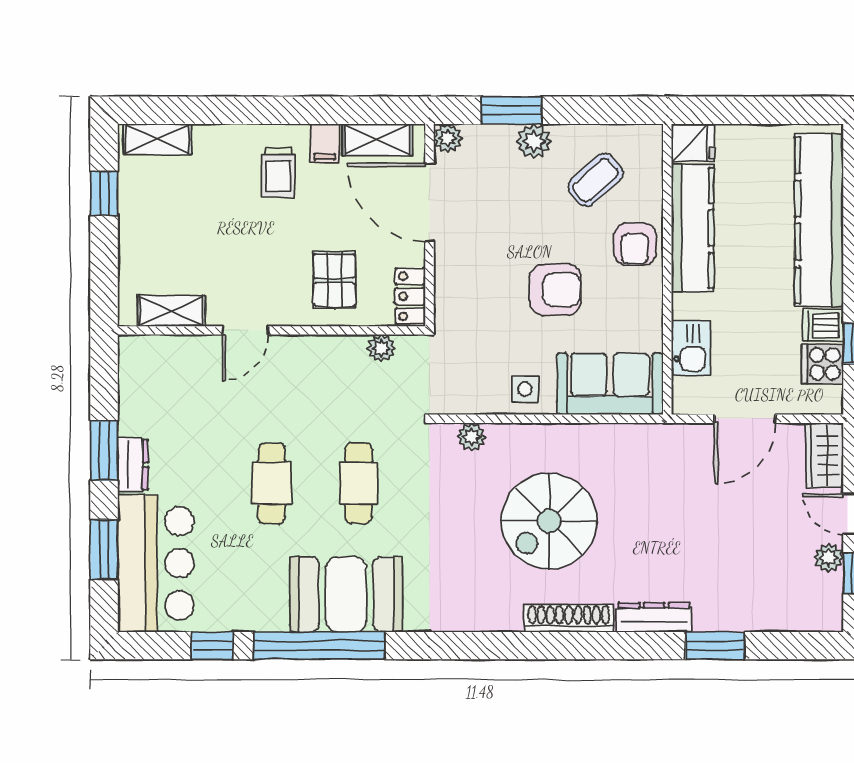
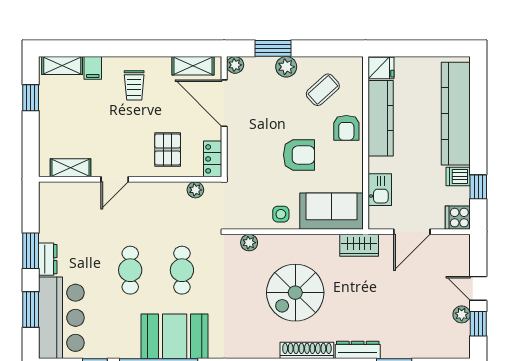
filing cabinet: (325, 143) -> (93, 68), moved
cooker: (822, 364) -> (458, 218), moved
wardrobe: (825, 455) -> (359, 245), moved, turned -90

